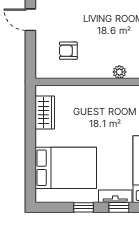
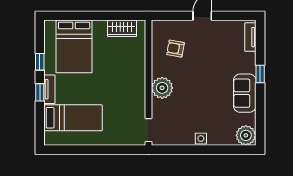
armchair: (68, 51) -> (175, 49), turned -80
plant: (119, 72) -> (162, 88), width x1.88, depth x1.88

